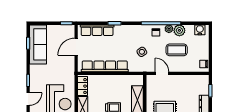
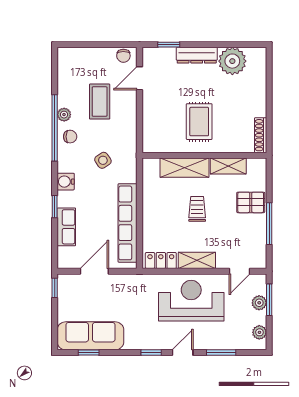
row of seats: (97, 30) -> (66, 227), width x0.68
plant: (179, 30) -> (67, 97), removed
water cooler: (200, 30) -> (66, 182), moved
door: (76, 47) -> (94, 271), swing flipped
door: (162, 73) -> (139, 78), moved
door: (28, 99) -> (183, 353), hinge flipped

